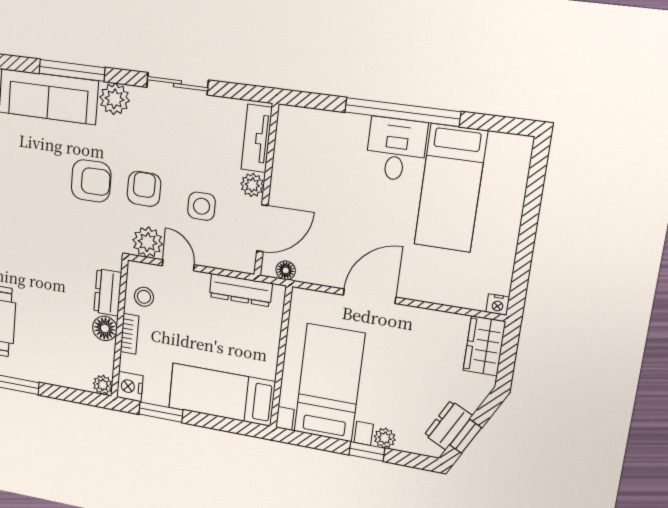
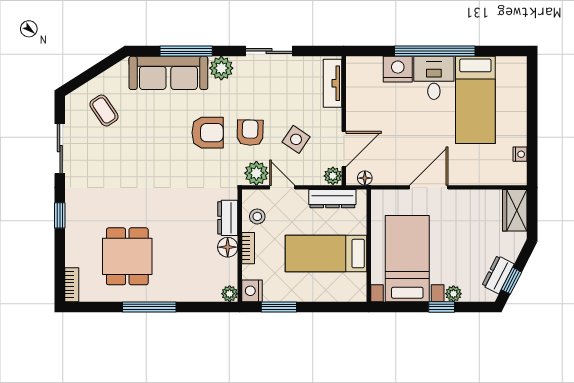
nightstand: (347, 131) -> (398, 69), added
plant: (252, 185) -> (333, 176), moved
side table: (202, 206) -> (296, 139), turned 34
nightstand: (498, 305) -> (520, 154), moved, turned -90
bed: (222, 395) -> (326, 254), moved

